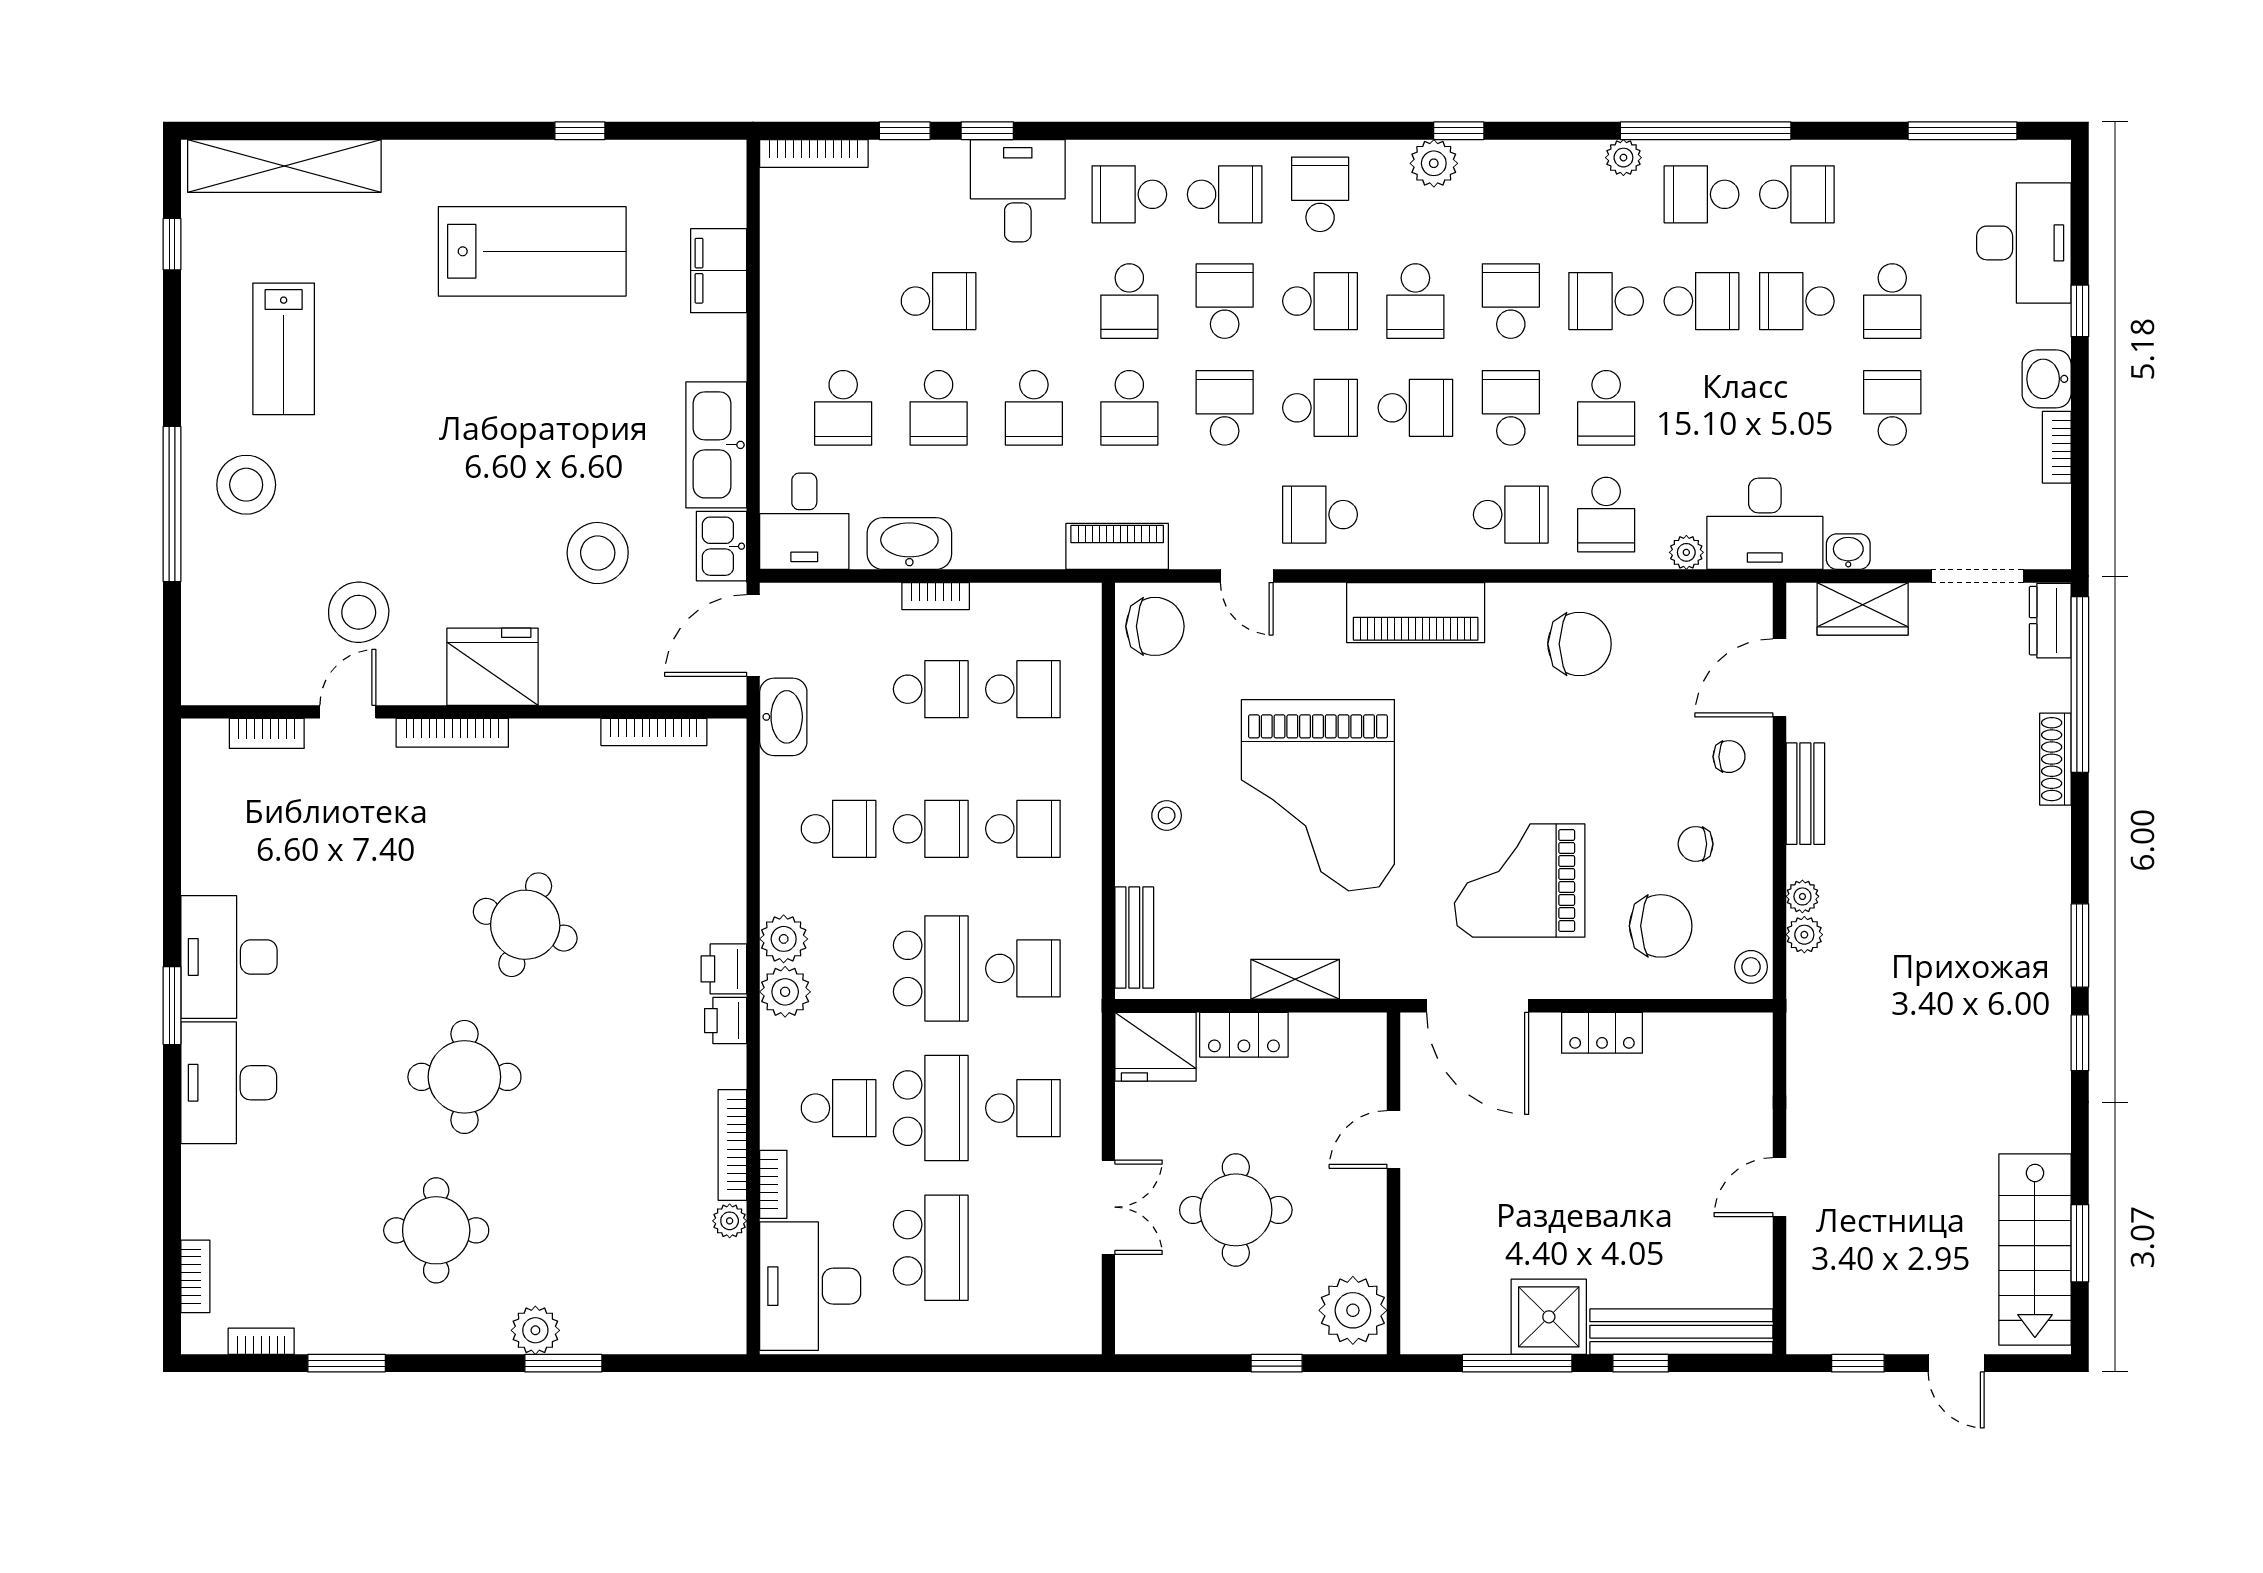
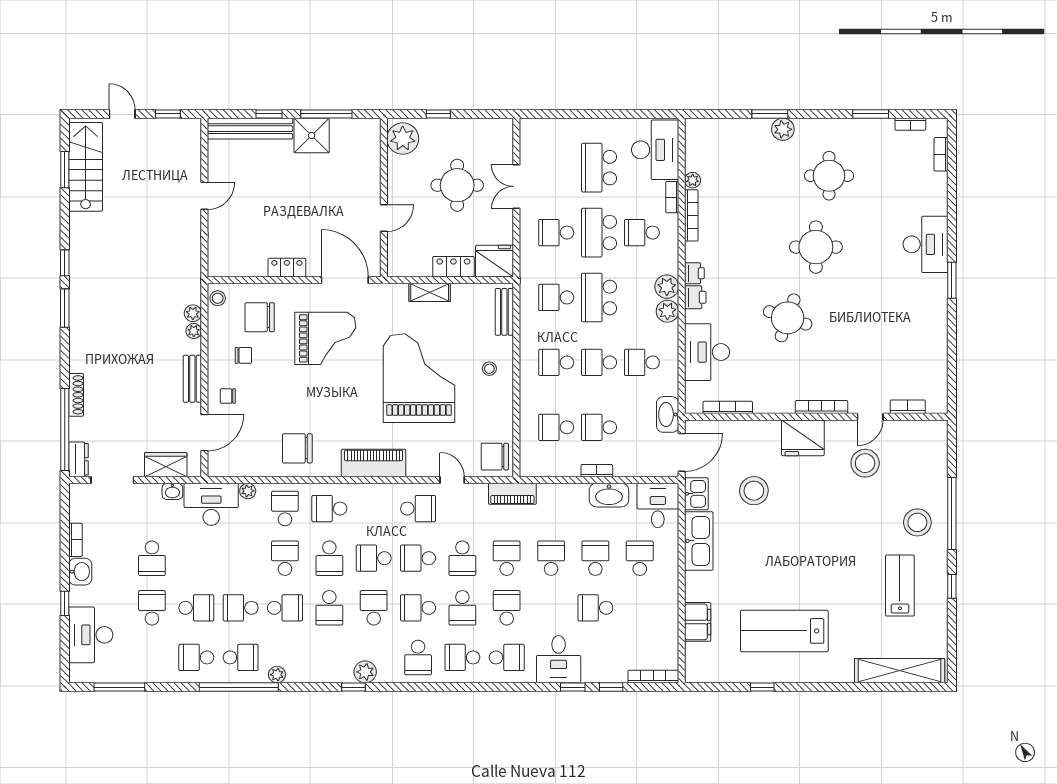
window: (172, 244) -> (952, 586), moved
desk: (229, 957) -> (707, 352), moved, turned 180

